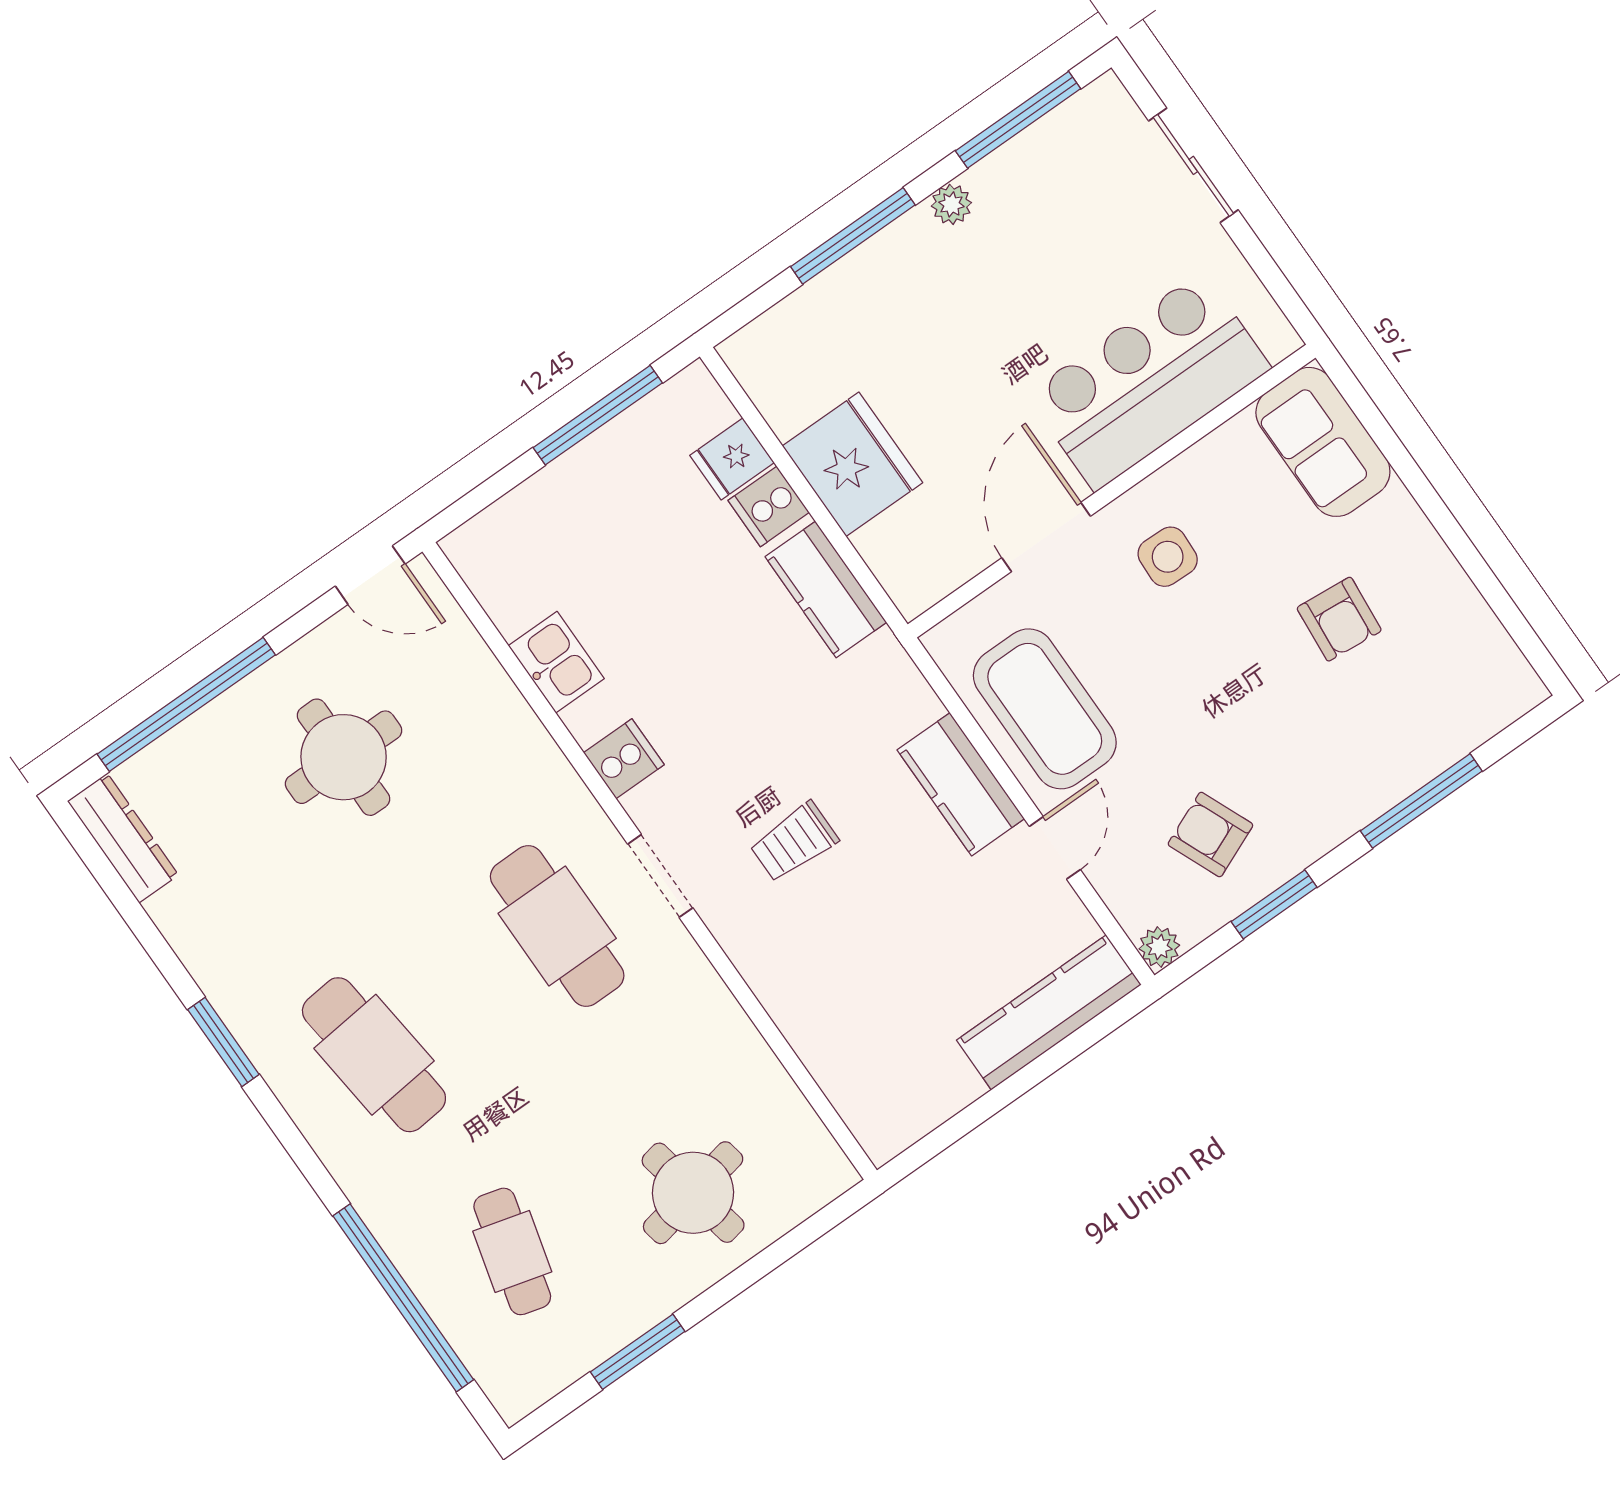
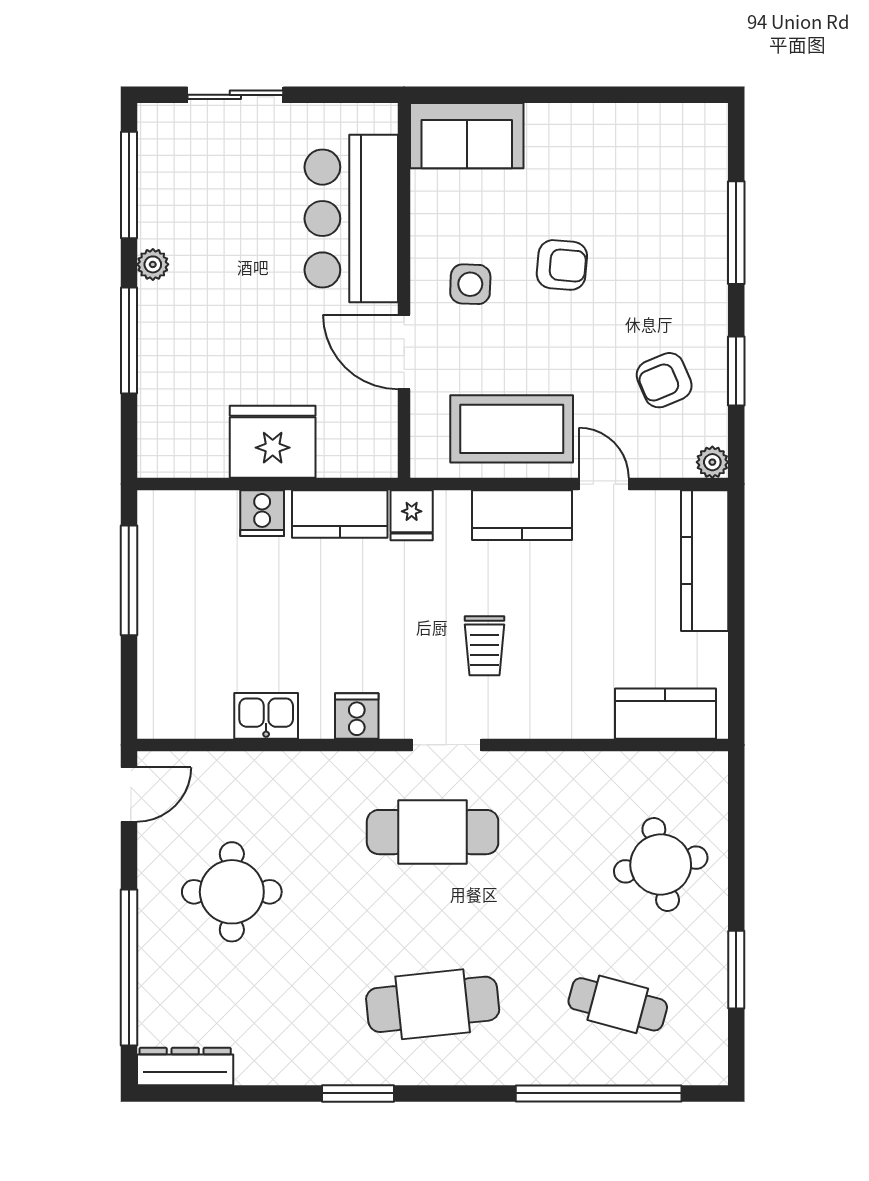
fridge: (732, 459) -> (412, 515), moved
armchair: (1339, 619) -> (562, 265), moved
kitchen counter: (857, 1085) -> (665, 714), added

